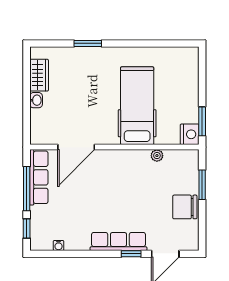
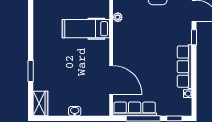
wardrobe: (39, 75) -> (40, 104), moved, turned 90
hospital bed: (137, 106) -> (86, 29), width x0.73, depth x0.78
row of seats: (118, 242) -> (184, 67), moved

